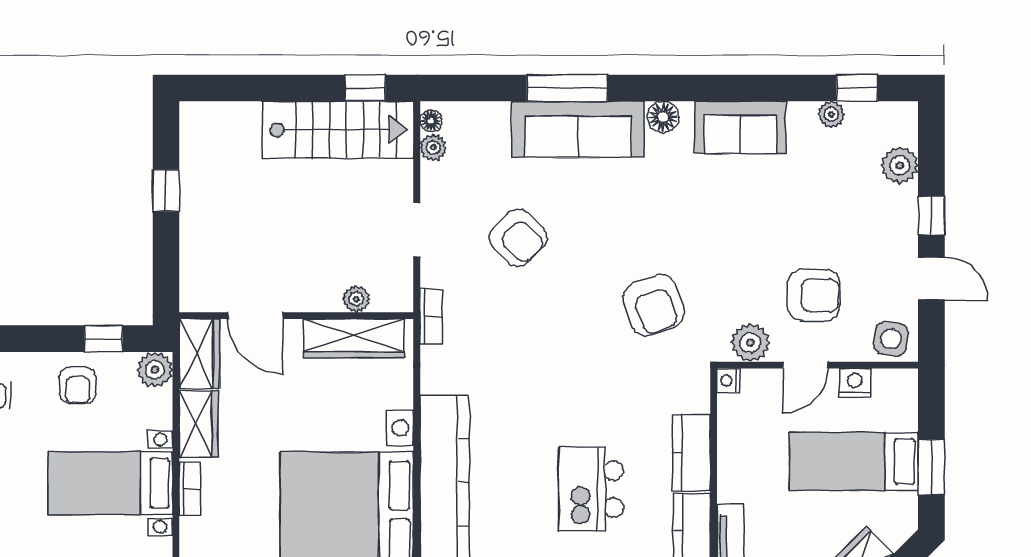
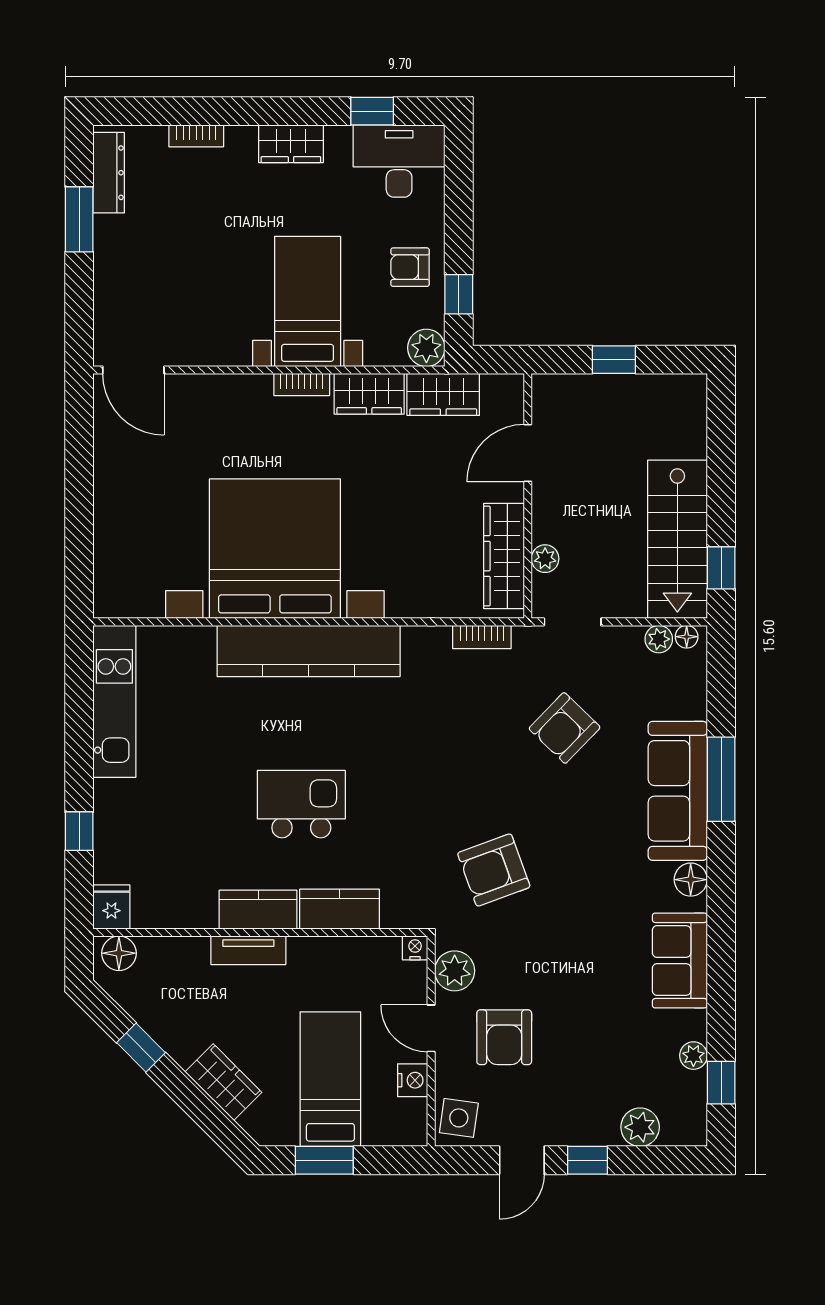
plant: (356, 299) -> (545, 559), moved
door: (255, 316) -> (528, 453), moved
wall: (296, 316) -> (528, 496), moved
wardrobe: (354, 338) -> (504, 556), moved

